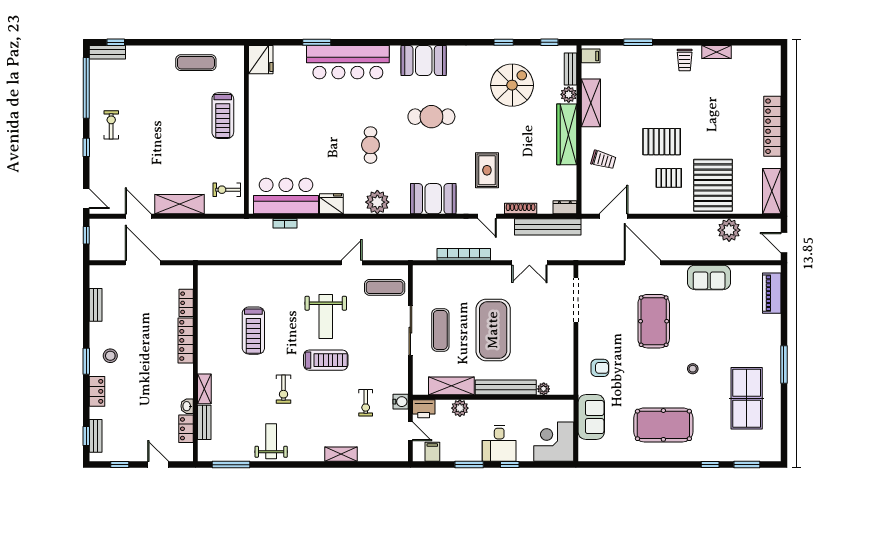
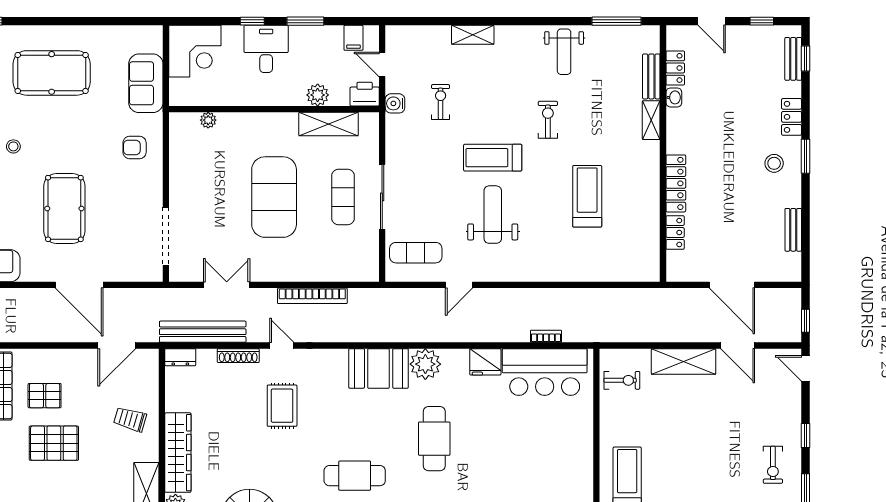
cafe table: (370, 145) -> (434, 439), width x1.37, depth x1.35
booth: (433, 199) -> (379, 368), moved
bench: (506, 387) -> (258, 122), removed

